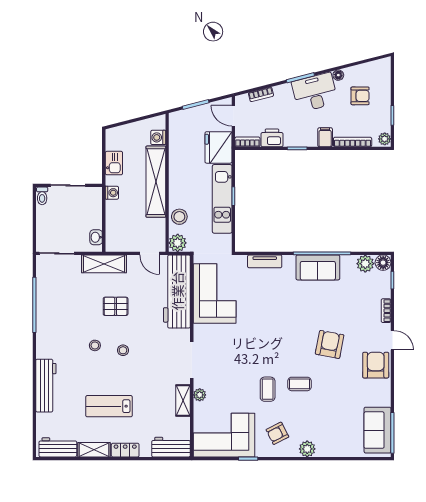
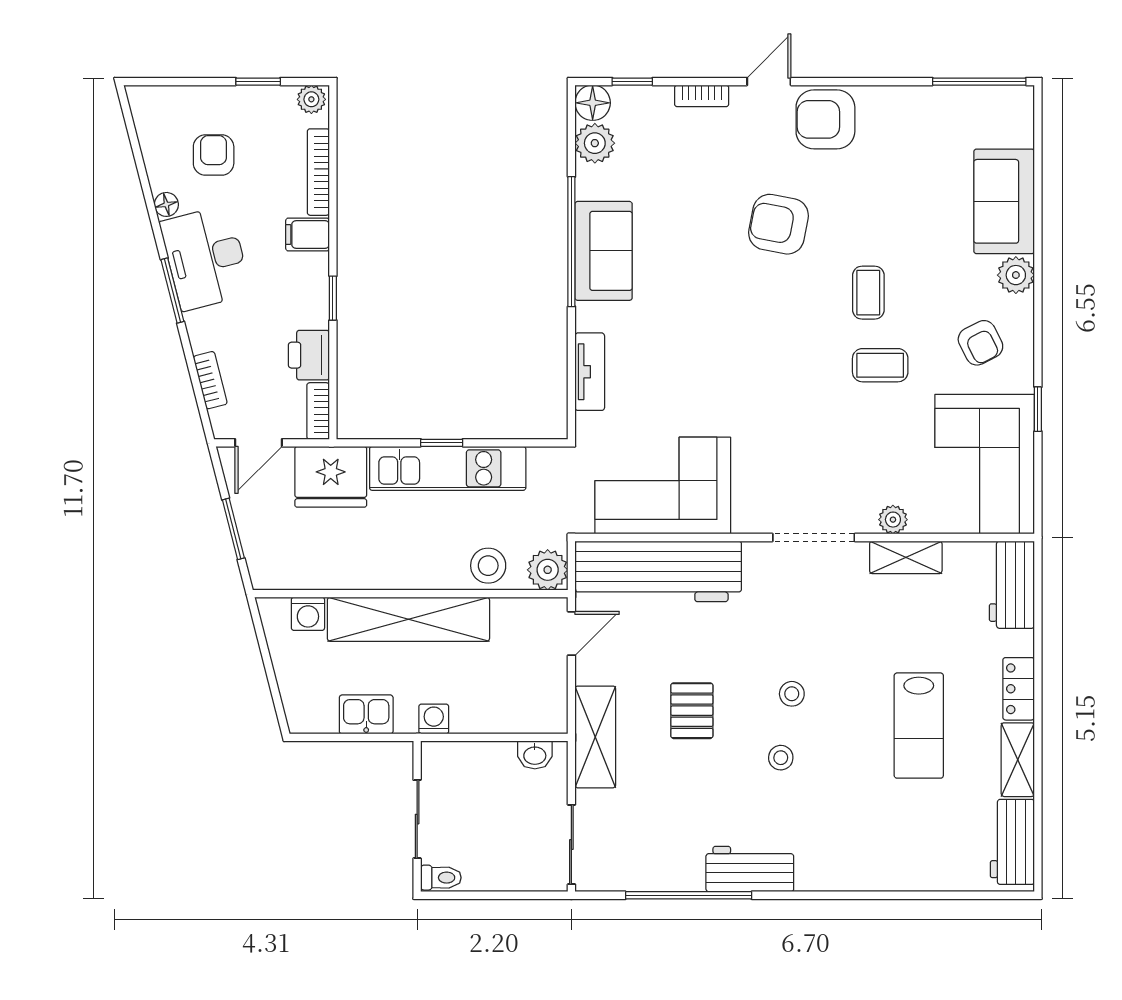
workbench: (46, 386) -> (750, 869), moved, width x0.73
sofa: (377, 430) -> (1004, 201), moved, turned 90

